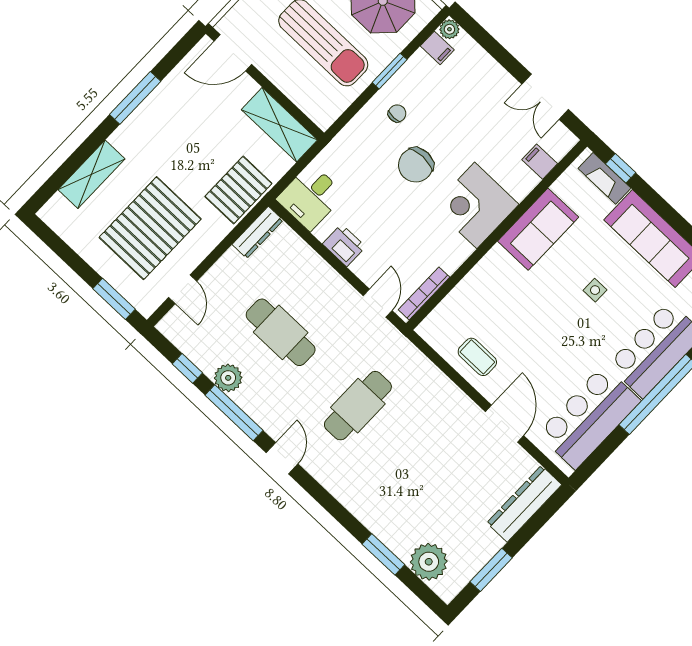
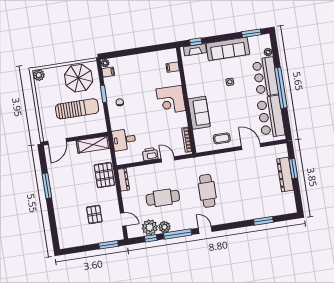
double door: (545, 97) -> (152, 49), removed
chair: (416, 165) -> (142, 109), removed
shelving: (91, 174) -> (61, 220), removed
desk: (311, 197) -> (124, 140), moved, turned 90
pallet: (150, 228) -> (94, 214), width x0.49, depth x0.50
sofa: (538, 229) -> (199, 113), moved
door: (378, 303) -> (168, 159), moved
dresser: (524, 504) -> (285, 175), moved
plant: (429, 562) -> (150, 227), moved
window: (491, 570) -> (293, 168), moved

